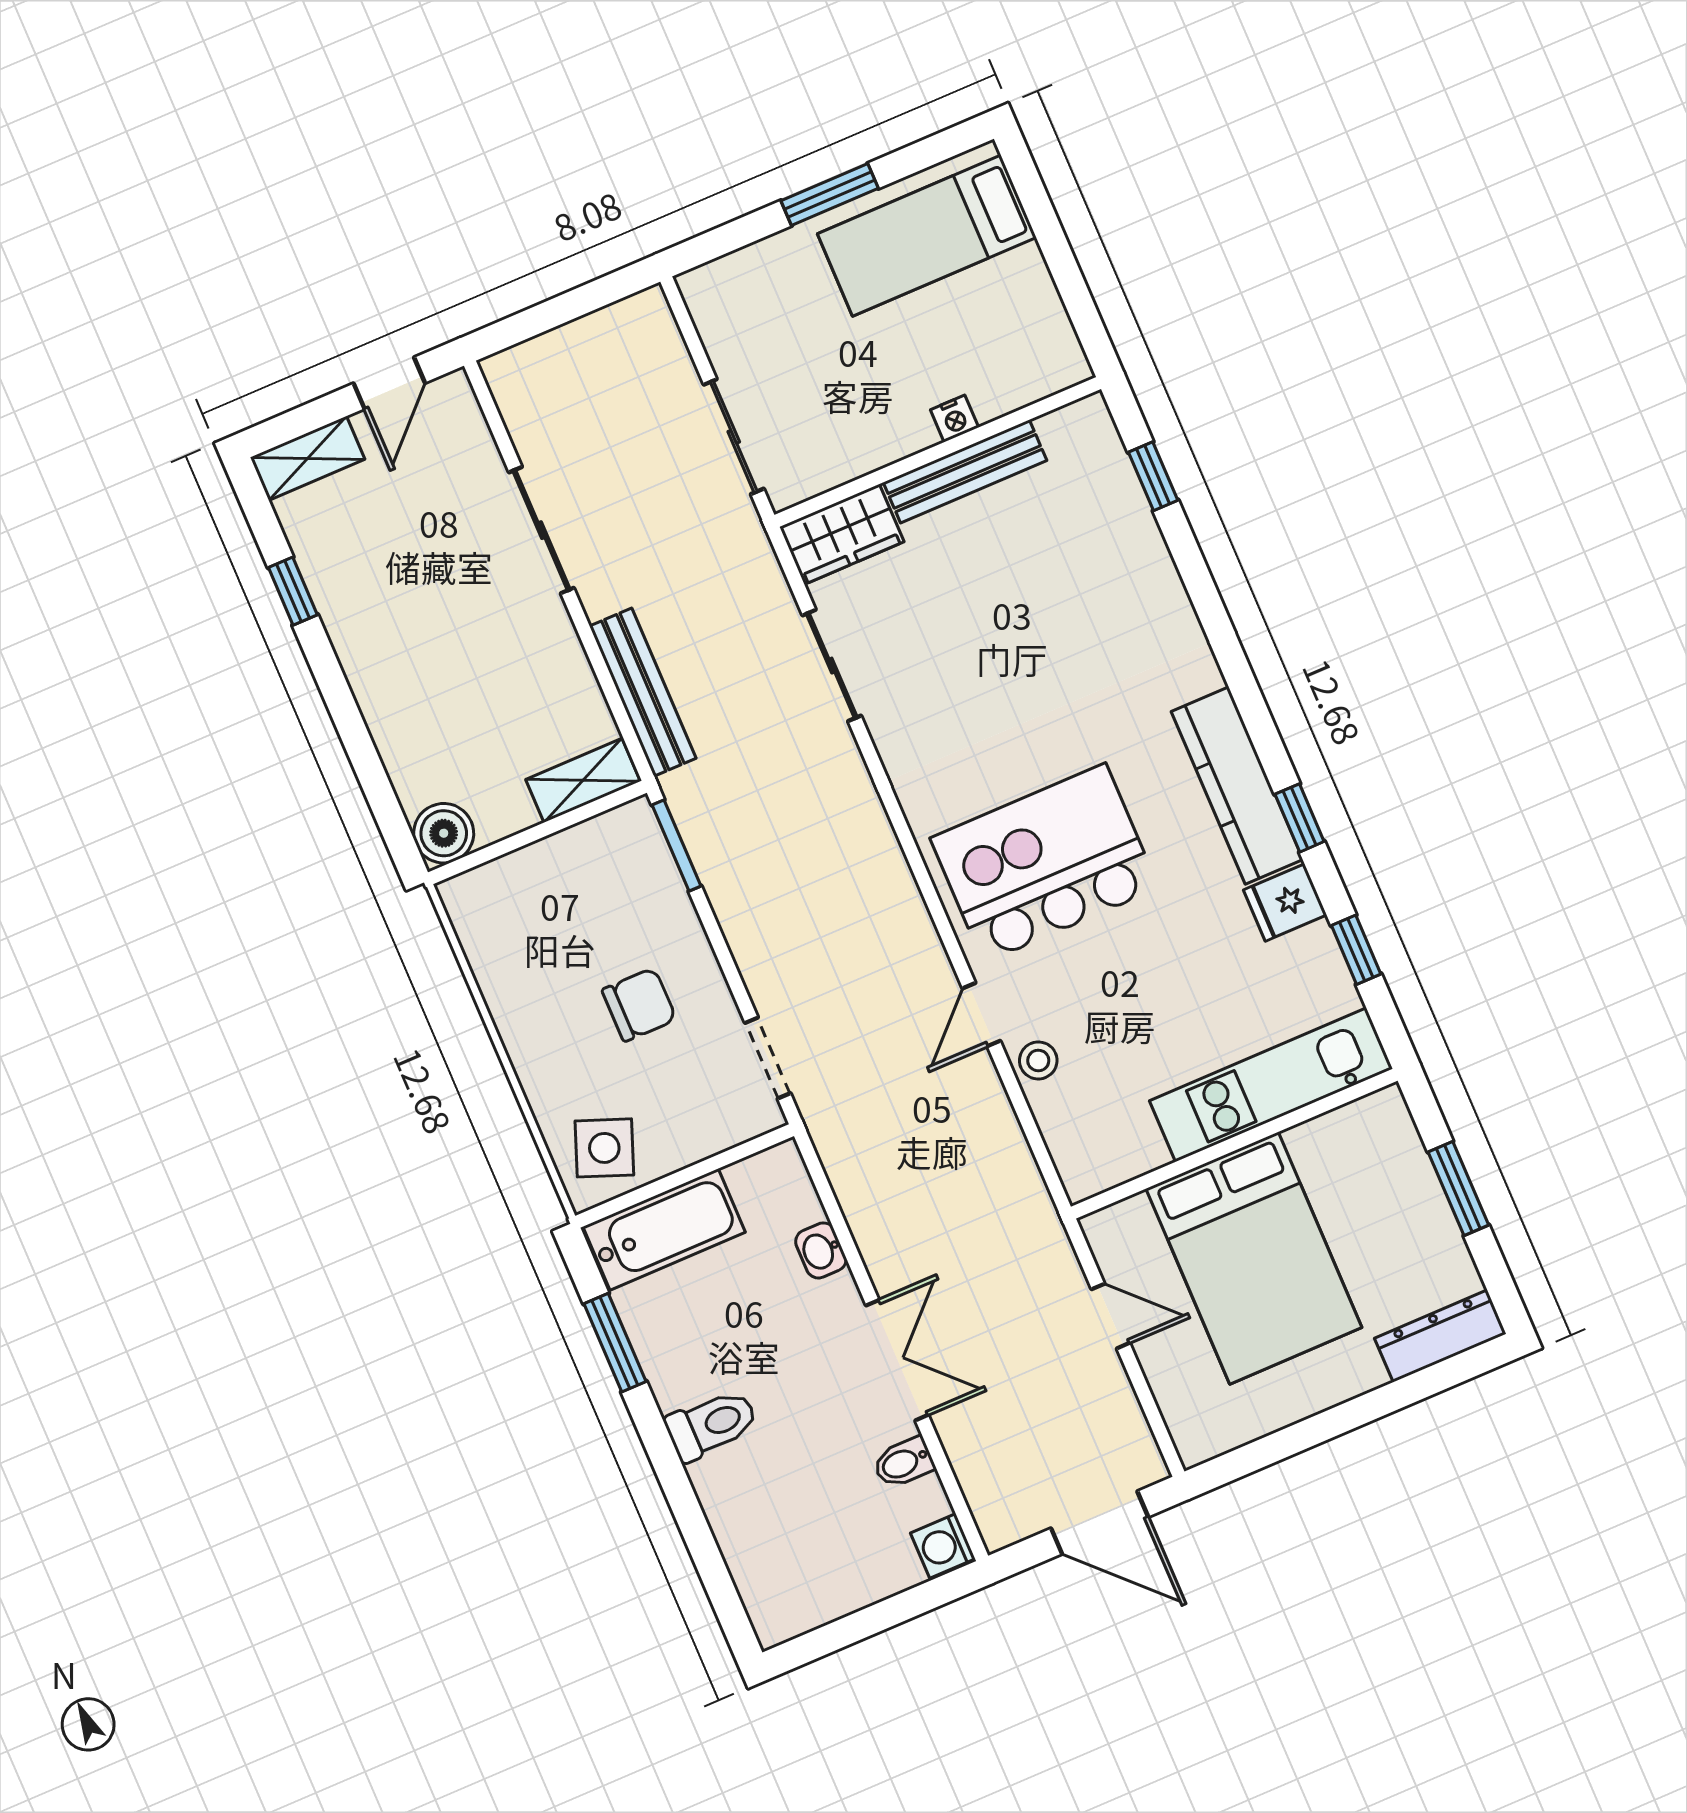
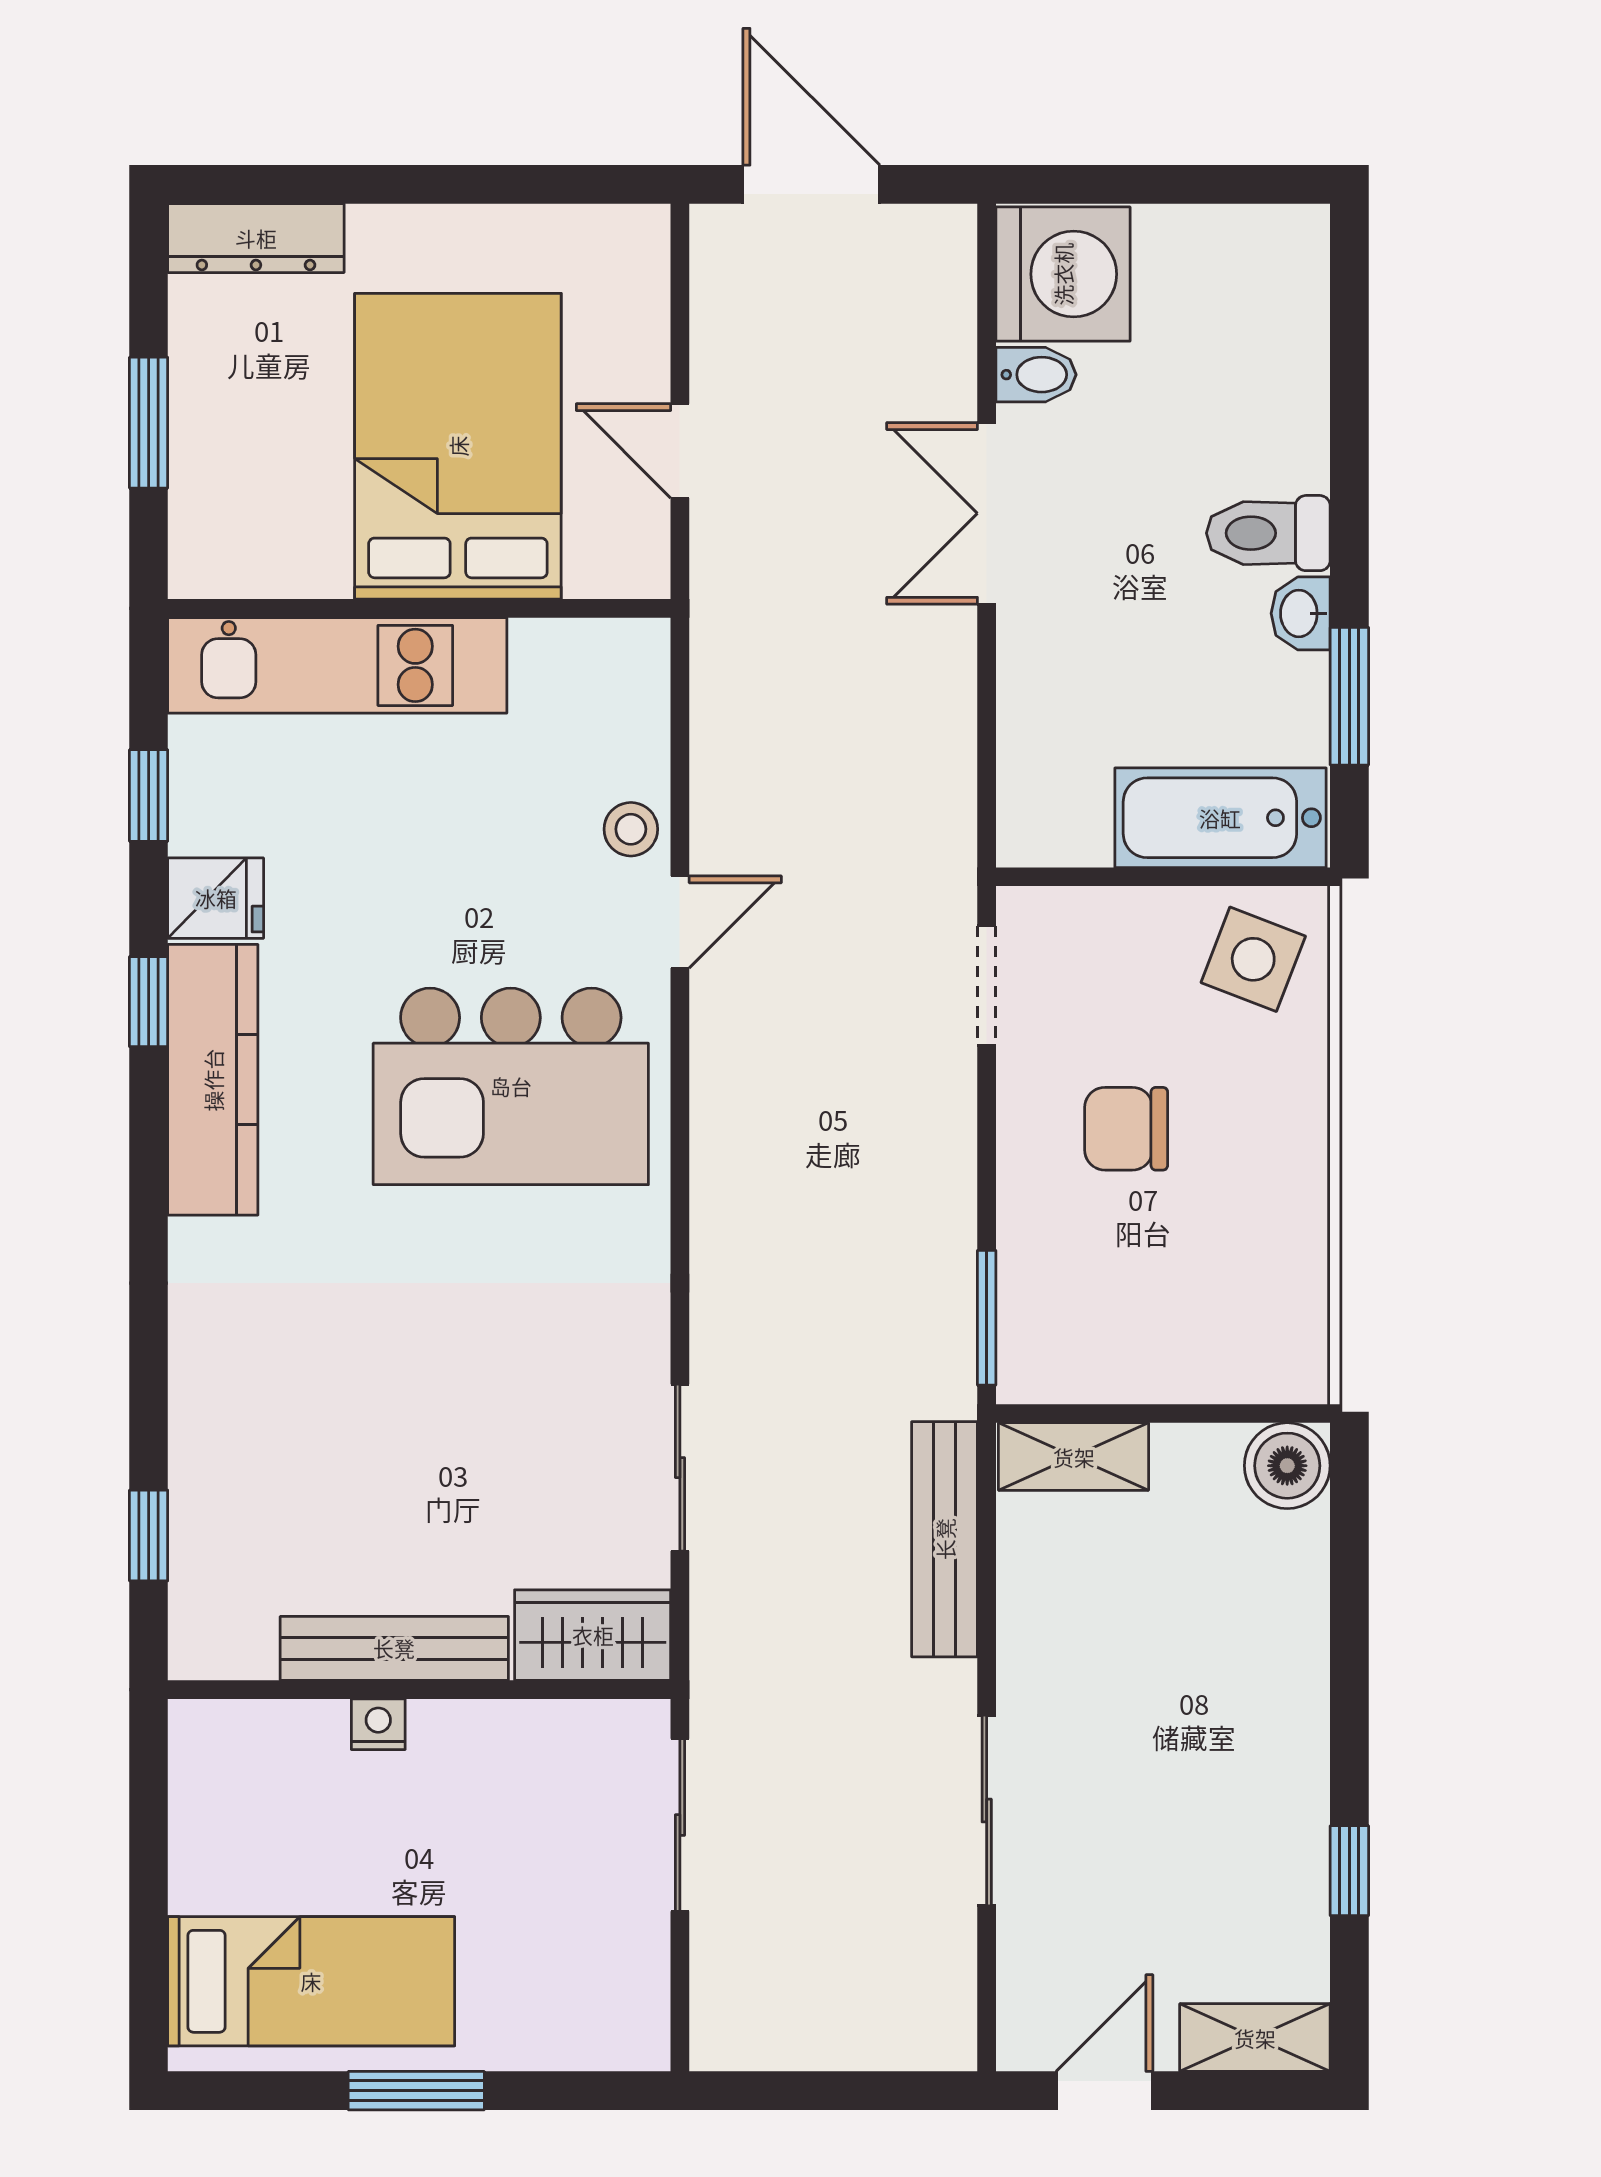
washbasin: (821, 1250) -> (1301, 613), moved, turned 180
washing machine: (943, 1546) -> (1063, 274), width x1.89, depth x1.89

